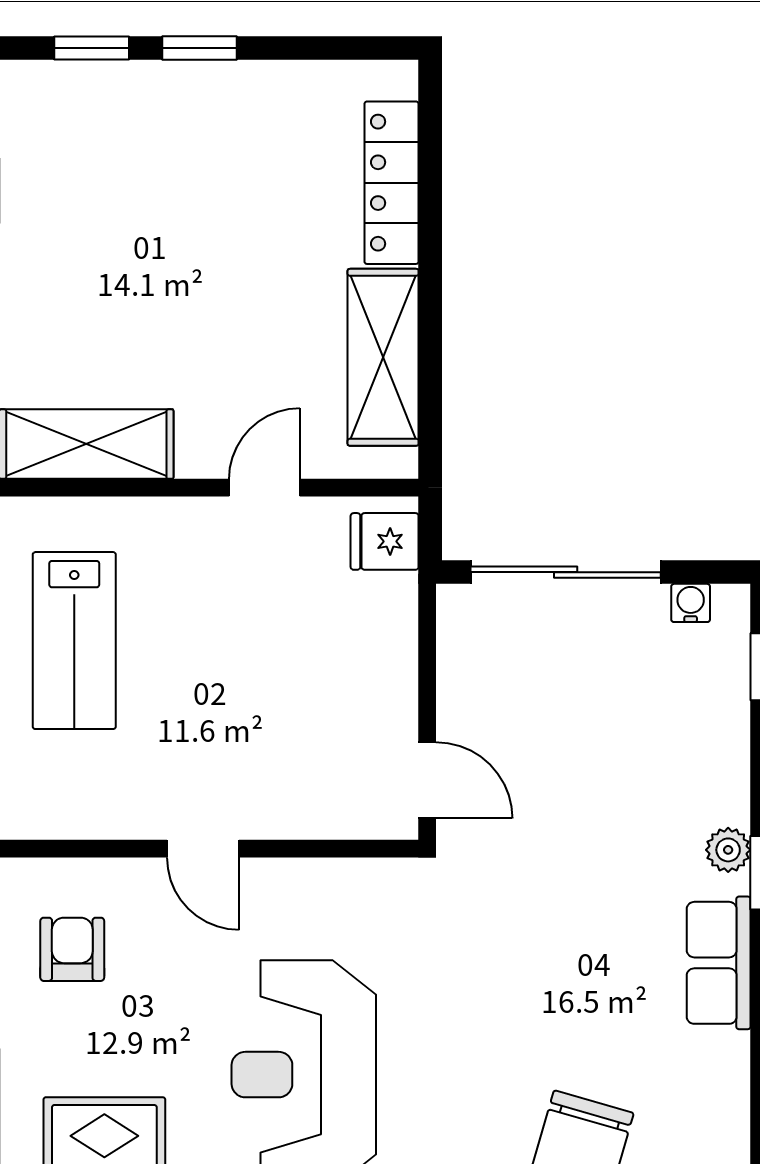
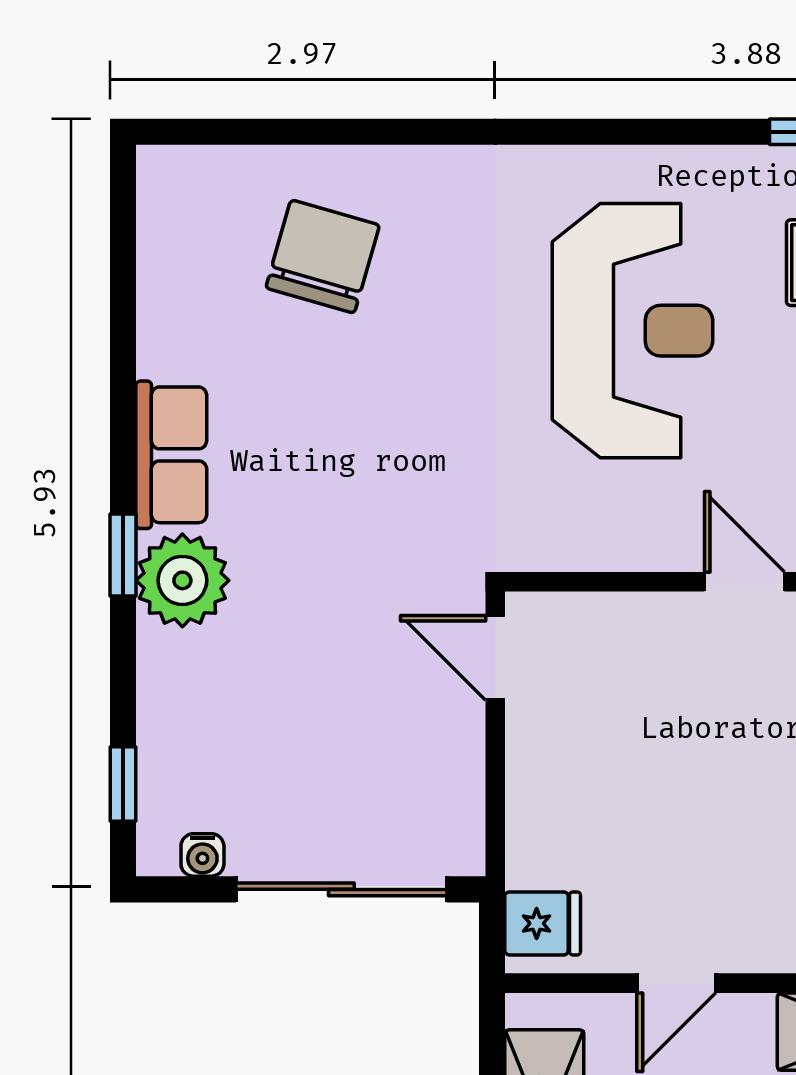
plant: (728, 850) -> (182, 580), width x1.88, depth x1.88

